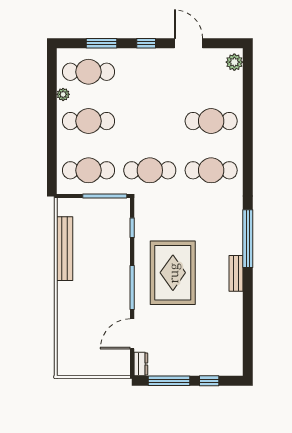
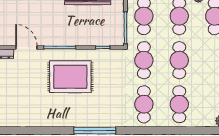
cafe table: (150, 121) -> (179, 60), added
bench: (236, 273) -> (70, 122), removed

